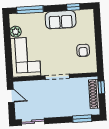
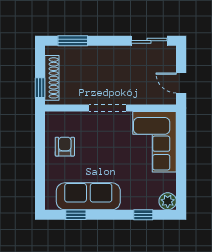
window: (30, 10) -> (143, 215), width x0.46
sofa: (61, 20) -> (88, 196), width x1.36
plant: (16, 32) -> (168, 201), moved

